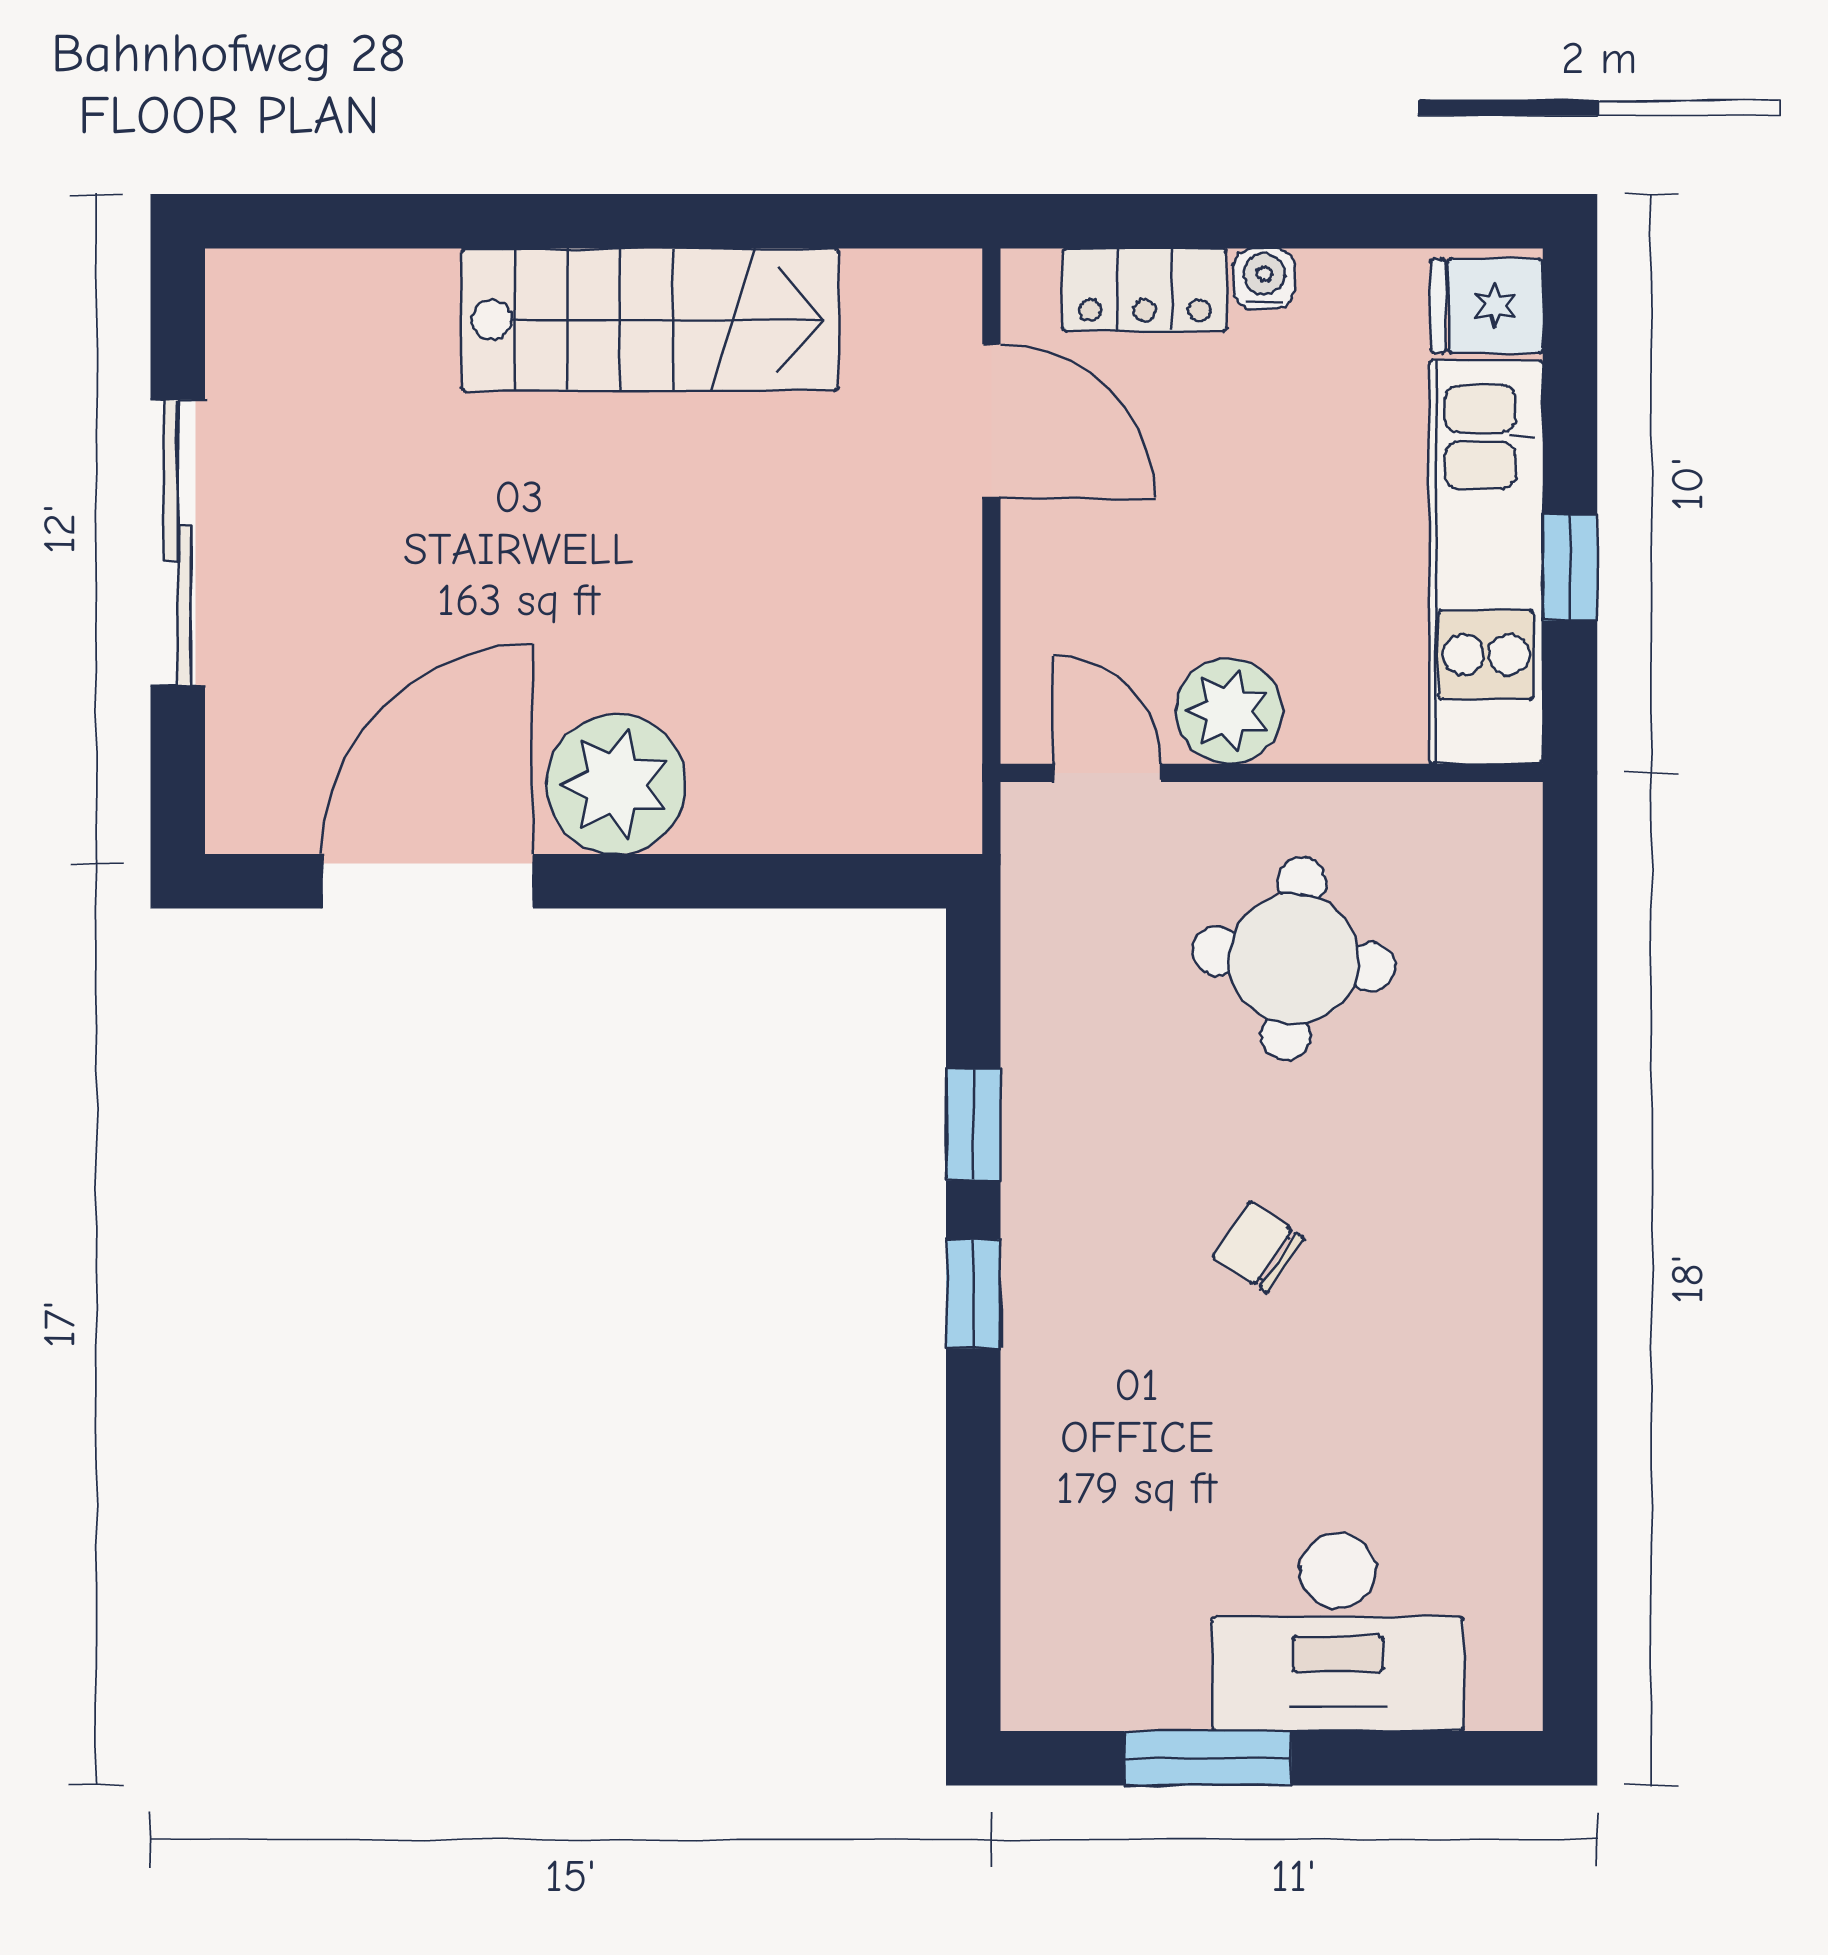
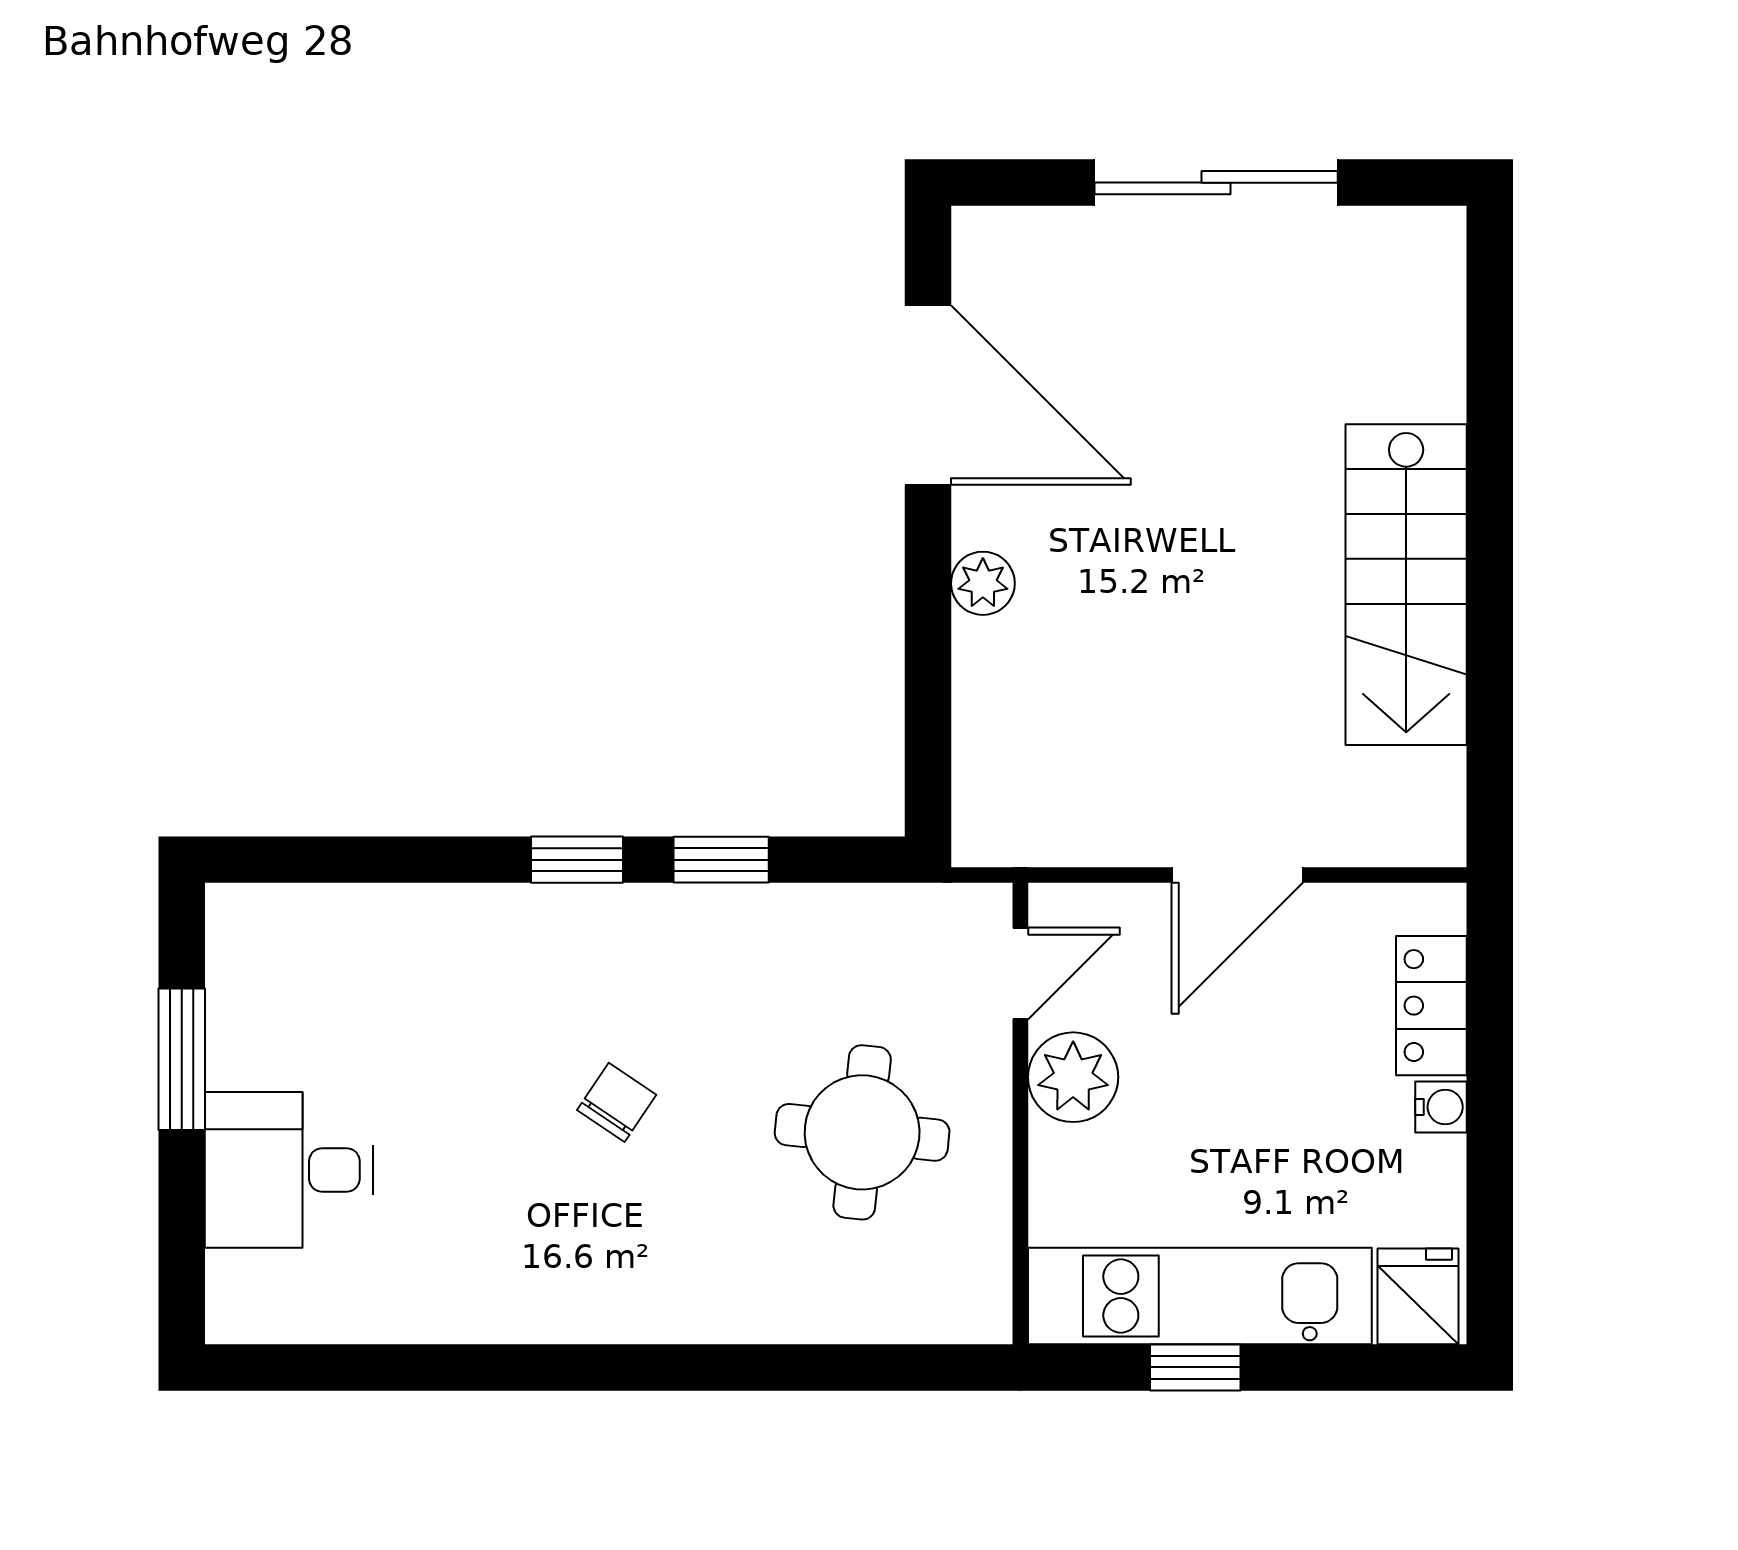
door: (991, 421) -> (1237, 875), moved
plant: (616, 784) -> (983, 583), width x0.53, depth x0.53
desk: (1338, 1632) -> (289, 1170), width x0.73

